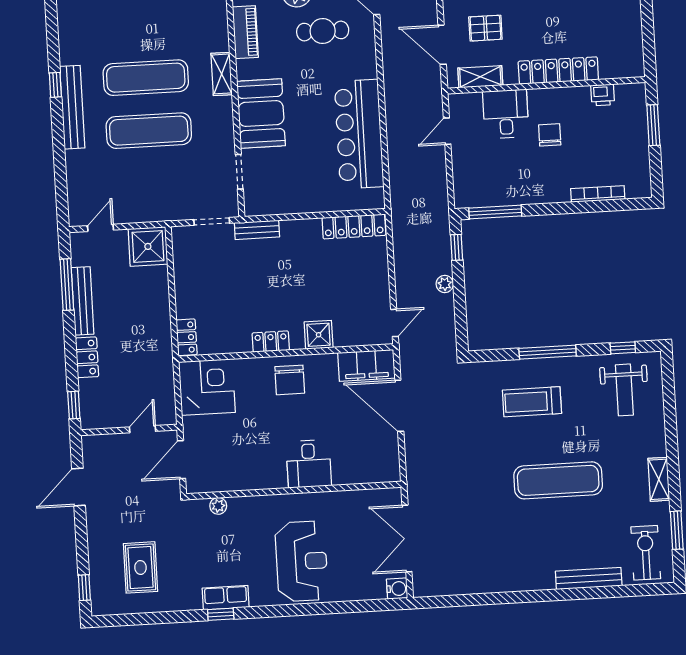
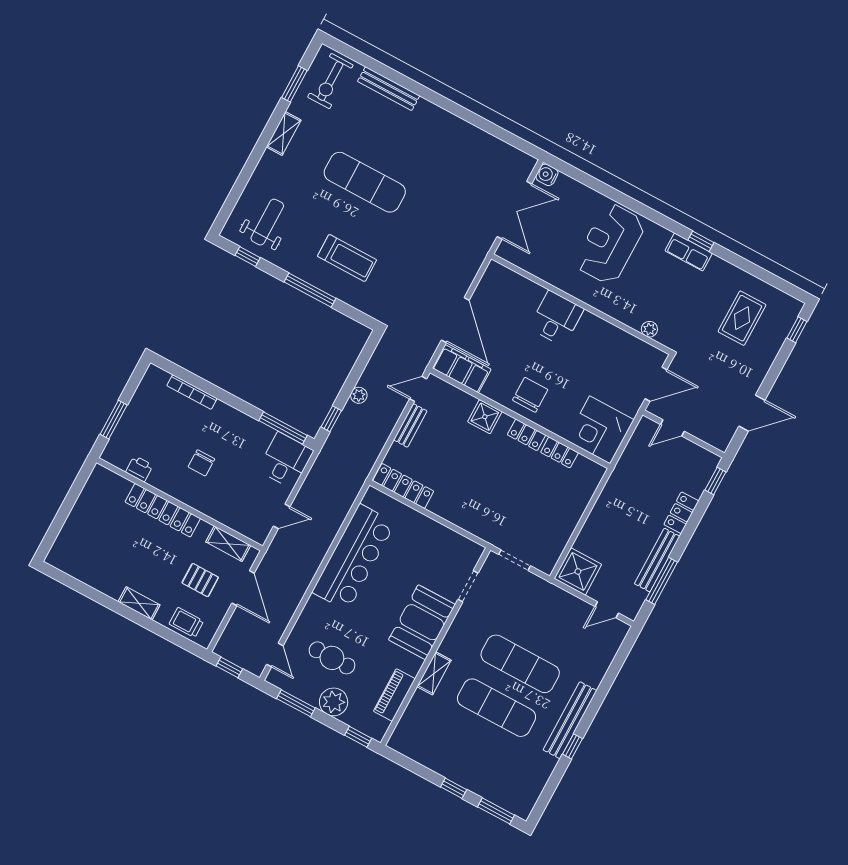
desk: (506, 114) -> (286, 460), moved, turned 180
bench: (257, 230) -> (410, 425), moved, turned 90
locker: (187, 337) -> (559, 452), moved, turned -90

